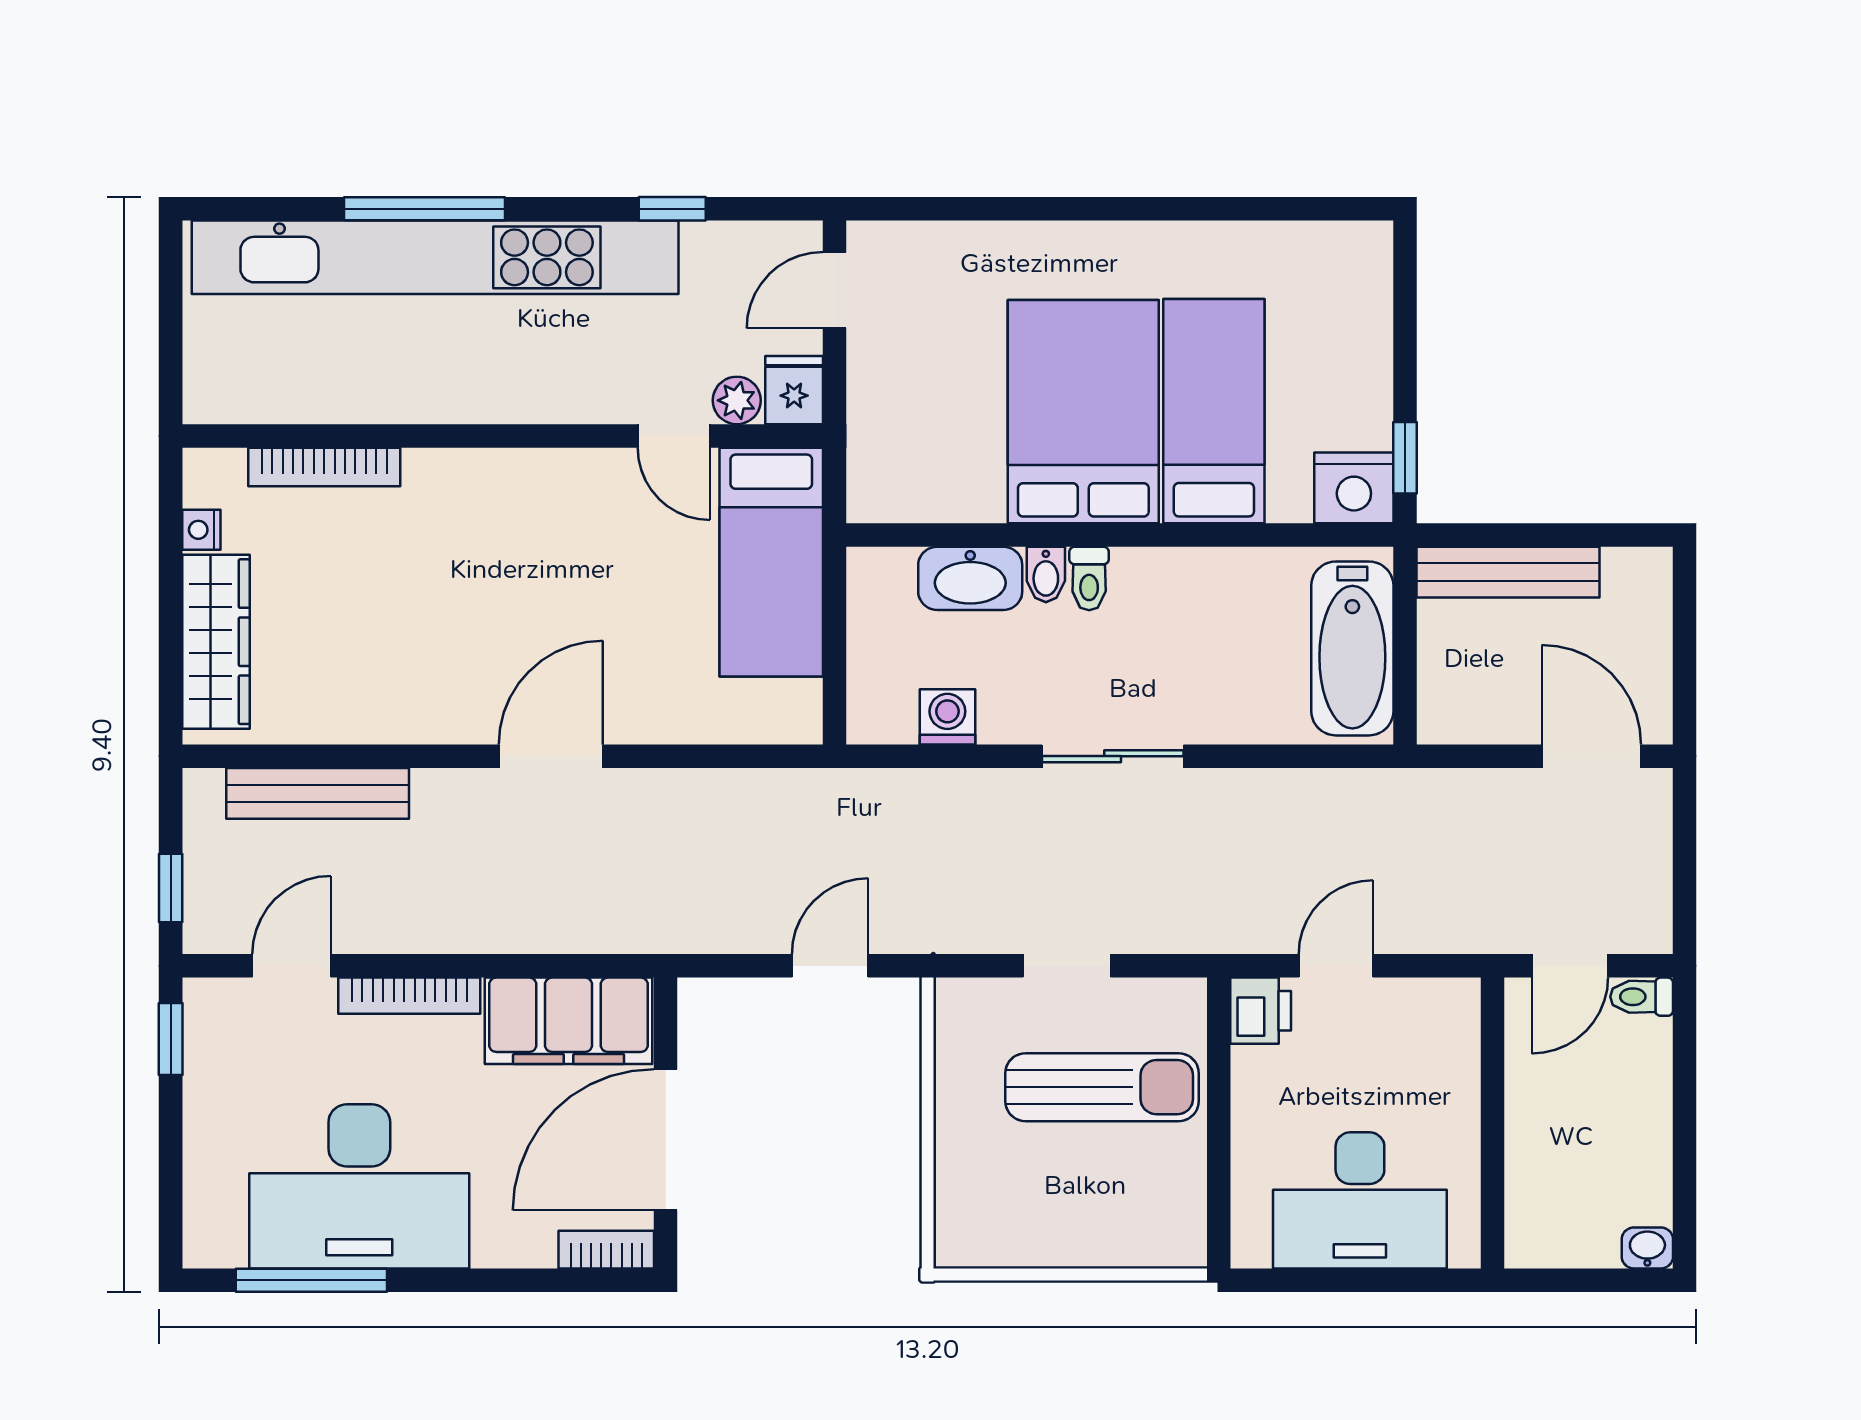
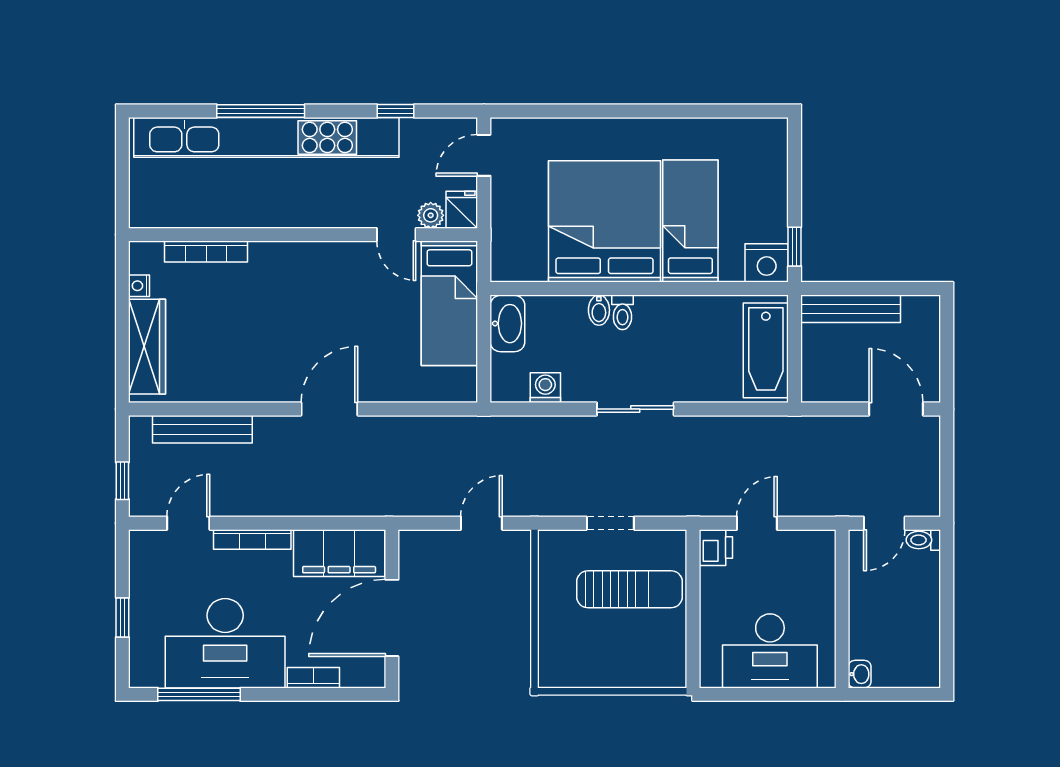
bed: (1083, 412) -> (604, 221), width x1.36
washbasin: (970, 578) -> (507, 324), moved, turned -90
window: (171, 1039) -> (122, 617), moved
washbasin: (1647, 1248) -> (860, 674), moved, turned 90
bookcase: (606, 1250) -> (313, 678), moved

